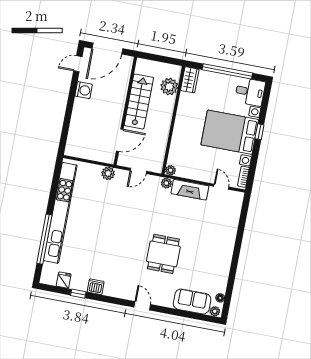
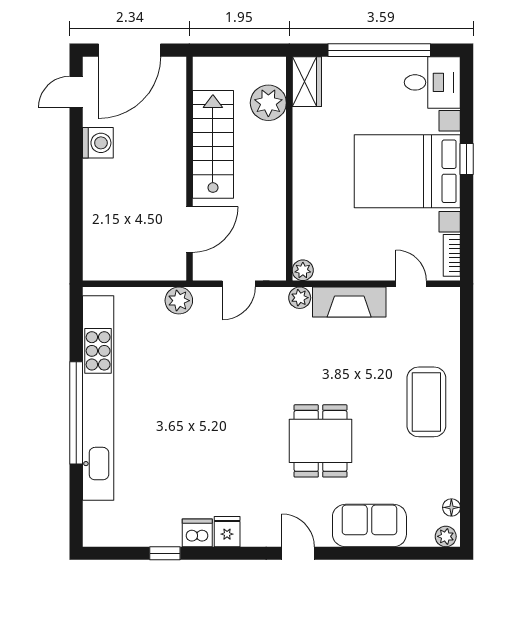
window: (44, 239) -> (76, 413), moved
coffee table: (218, 245) -> (426, 402), added
fridge: (64, 280) -> (227, 532), moved
sofa: (192, 301) -> (369, 525), moved

